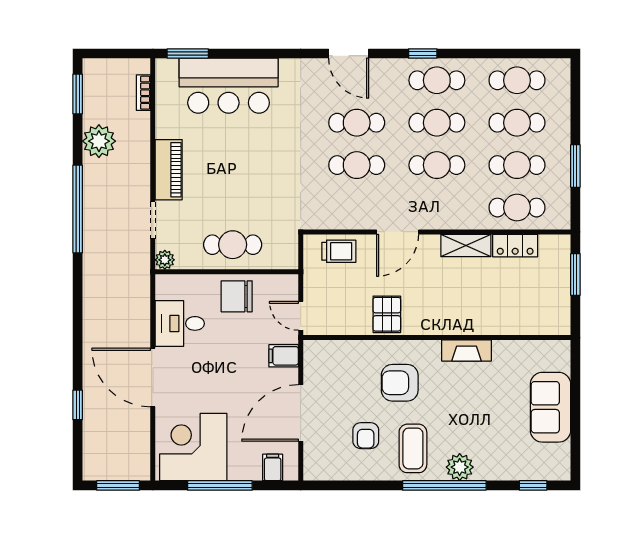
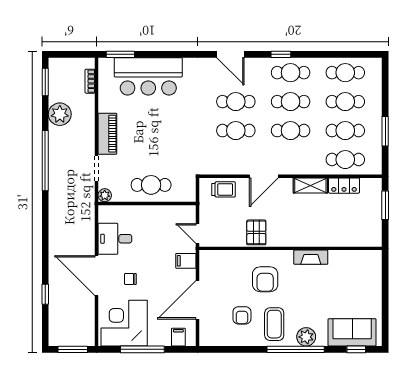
chair: (237, 296) -> (130, 279), moved, width x0.54, depth x0.54
armchair: (400, 383) -> (265, 279), turned -90
sofa: (550, 407) -> (352, 332), moved, turned 90

